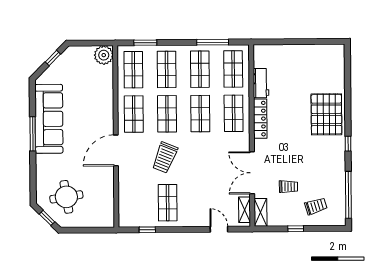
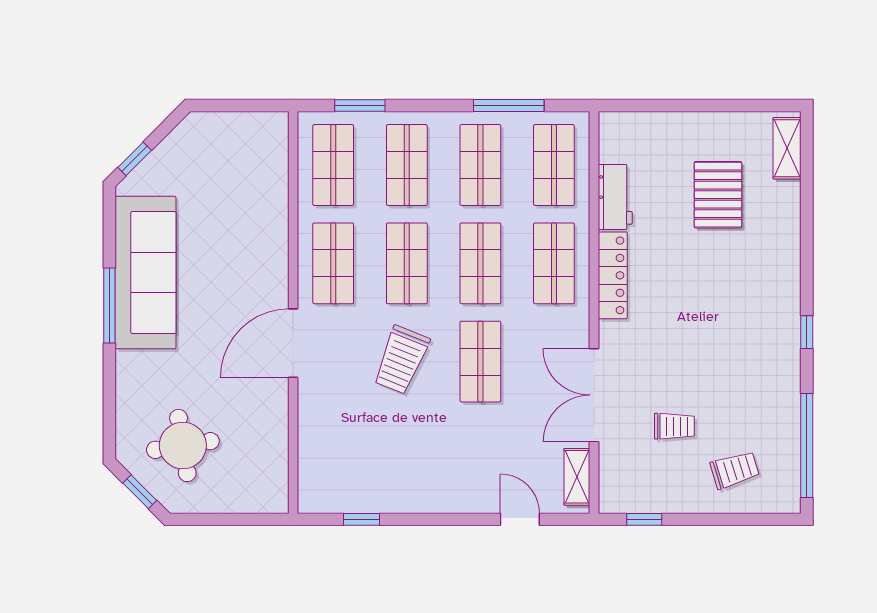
plant: (104, 55) -> (268, 132), removed
window: (53, 58) -> (135, 159), moved
pallet: (326, 114) -> (718, 195), moved, width x0.73, depth x0.71
shop shelf: (168, 203) -> (480, 362), moved
shelving: (261, 212) -> (787, 148), moved
window: (296, 229) -> (644, 519), moved

